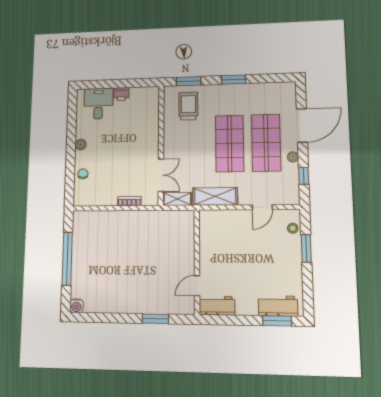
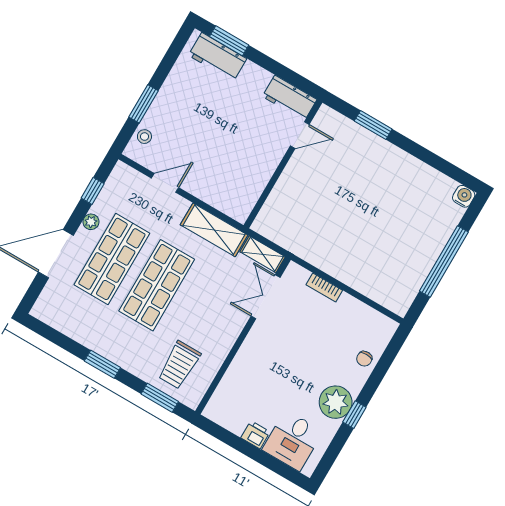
window: (71, 139) -> (354, 415), added
plant: (81, 145) -> (336, 402), width x1.88, depth x1.88

